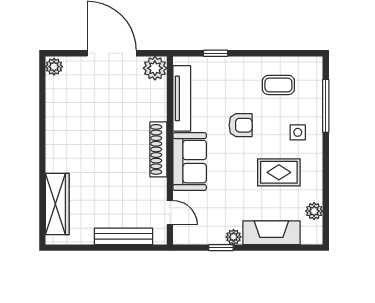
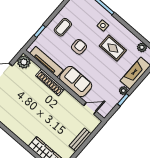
coffee table: (278, 85) -> (63, 27), moved
shoe rack: (158, 149) -> (50, 82), moved
rug: (279, 172) -> (113, 48), turned 90
bench: (124, 236) -> (80, 140), width x0.73

